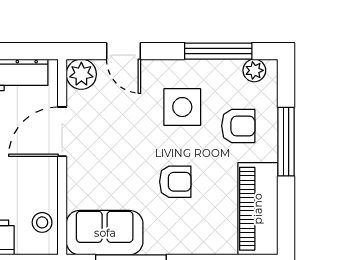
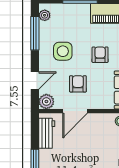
armchair: (238, 126) -> (78, 84), moved
door: (62, 132) -> (75, 111), hinge flipped

